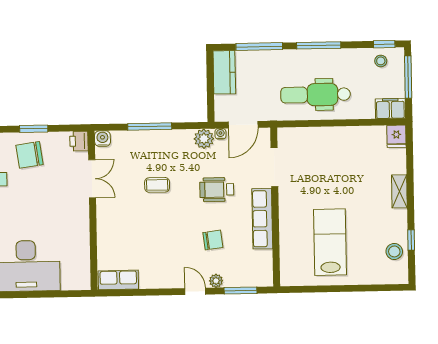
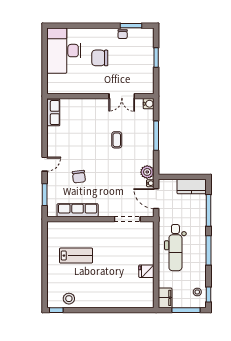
dental chair: (315, 95) -> (175, 248), turned 180
fridge: (396, 136) -> (146, 271), moved
printer: (79, 141) -> (147, 88), removed
chair: (29, 155) -> (100, 58), moved, turned -82
wheelchair: (217, 190) -> (113, 180), removed
shelving: (399, 191) -> (109, 303), removed
row of seats: (262, 219) -> (78, 210), moved
window: (411, 240) -> (56, 310), moved
lab bench: (330, 242) -> (76, 256), width x0.73, depth x0.72
plant: (216, 281) -> (51, 178), removed

